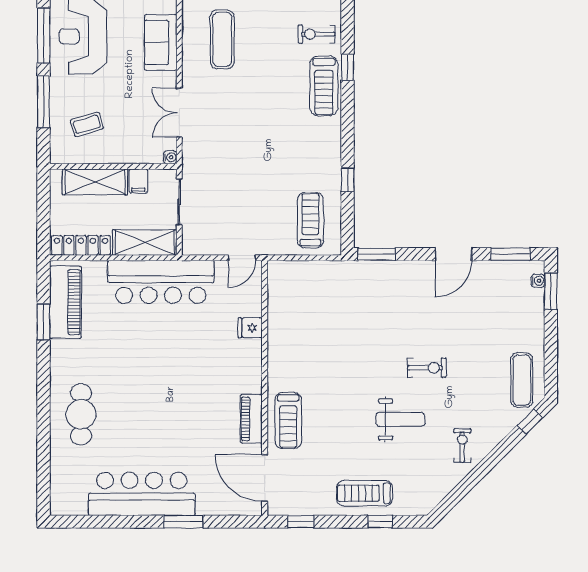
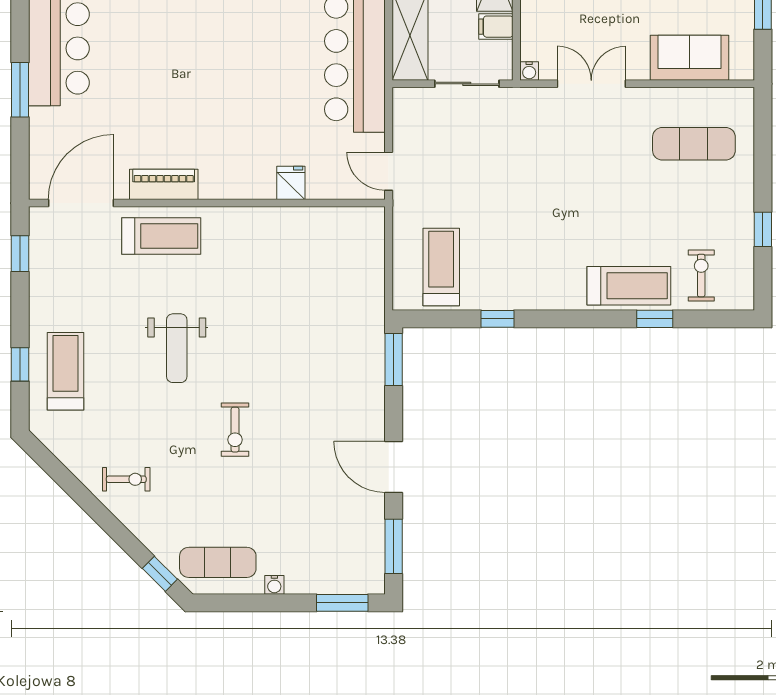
treadmill: (324, 86) -> (629, 286), turned 180
treadmill: (310, 220) -> (441, 267), turned -90
water cooler: (538, 281) -> (274, 585), moved
weight bench: (400, 419) -> (177, 348), moved
treadmill: (288, 420) -> (161, 236), turned 180
treadmill: (365, 493) -> (66, 371), moved

